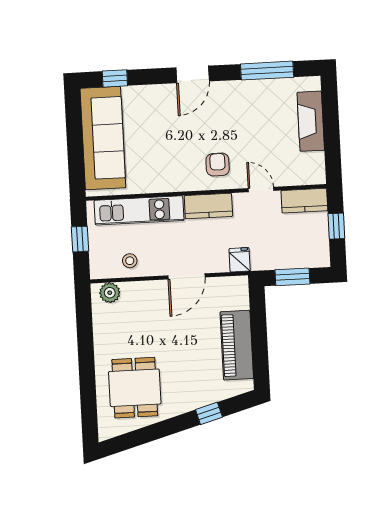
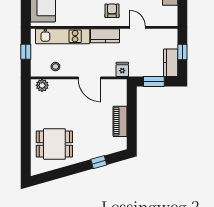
kitchen counter: (304, 201) -> (171, 63), moved, turned 90
door: (187, 276) -> (89, 78), hinge flipped
piano: (237, 345) -> (120, 121), width x0.73, depth x0.75
dining table: (135, 388) -> (54, 144), turned 90

